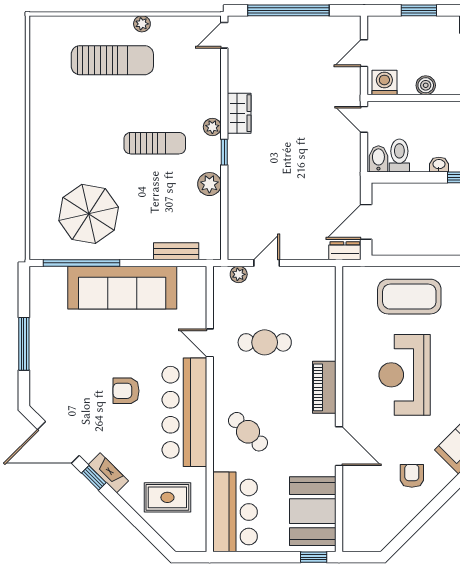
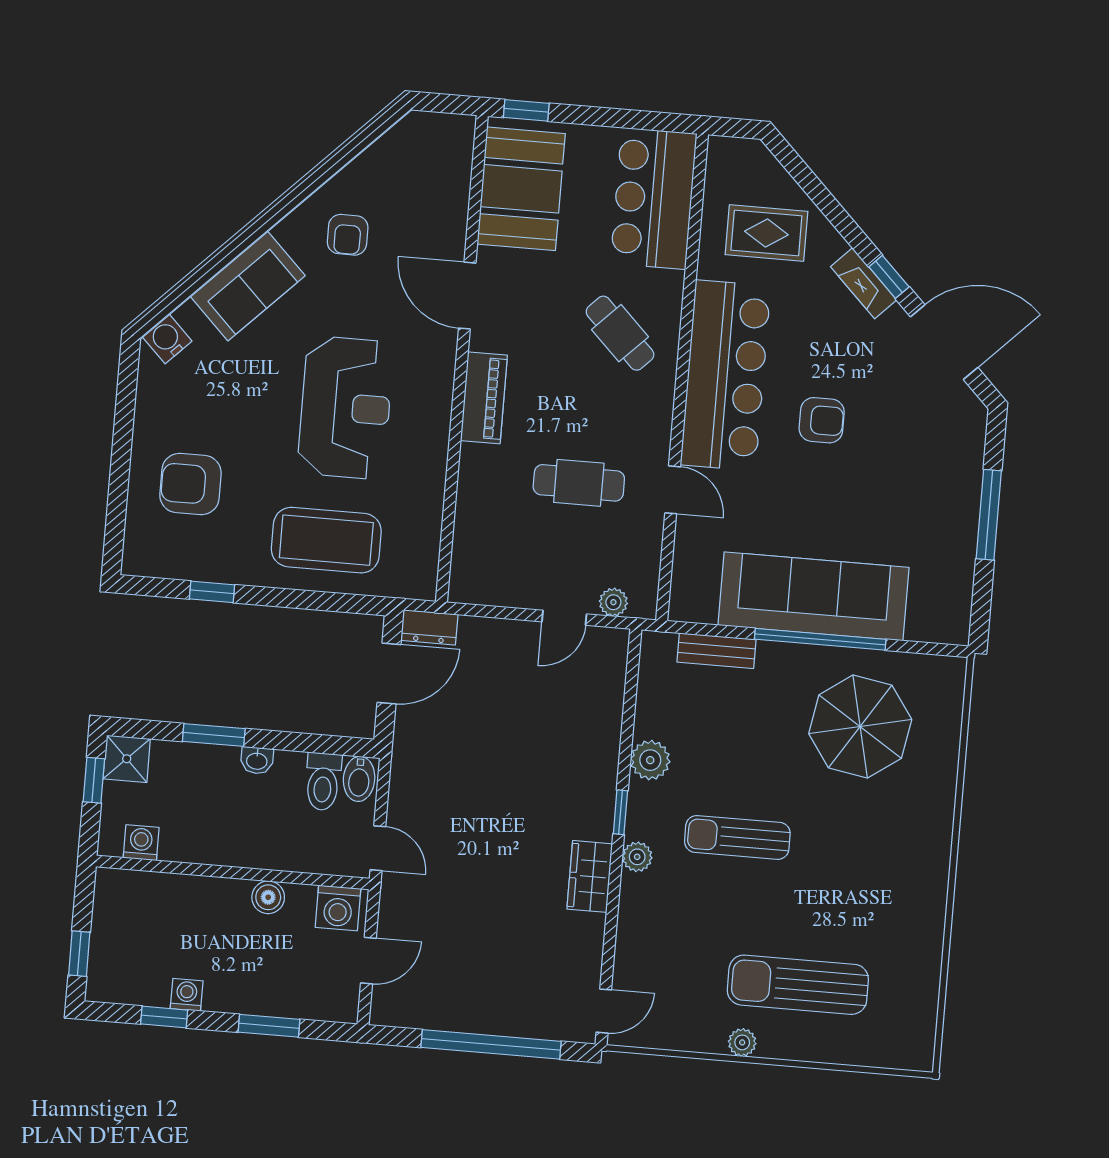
window: (82, 263) -> (820, 639), moved

